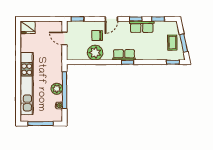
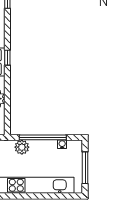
plant: (57, 89) -> (22, 147), moved

